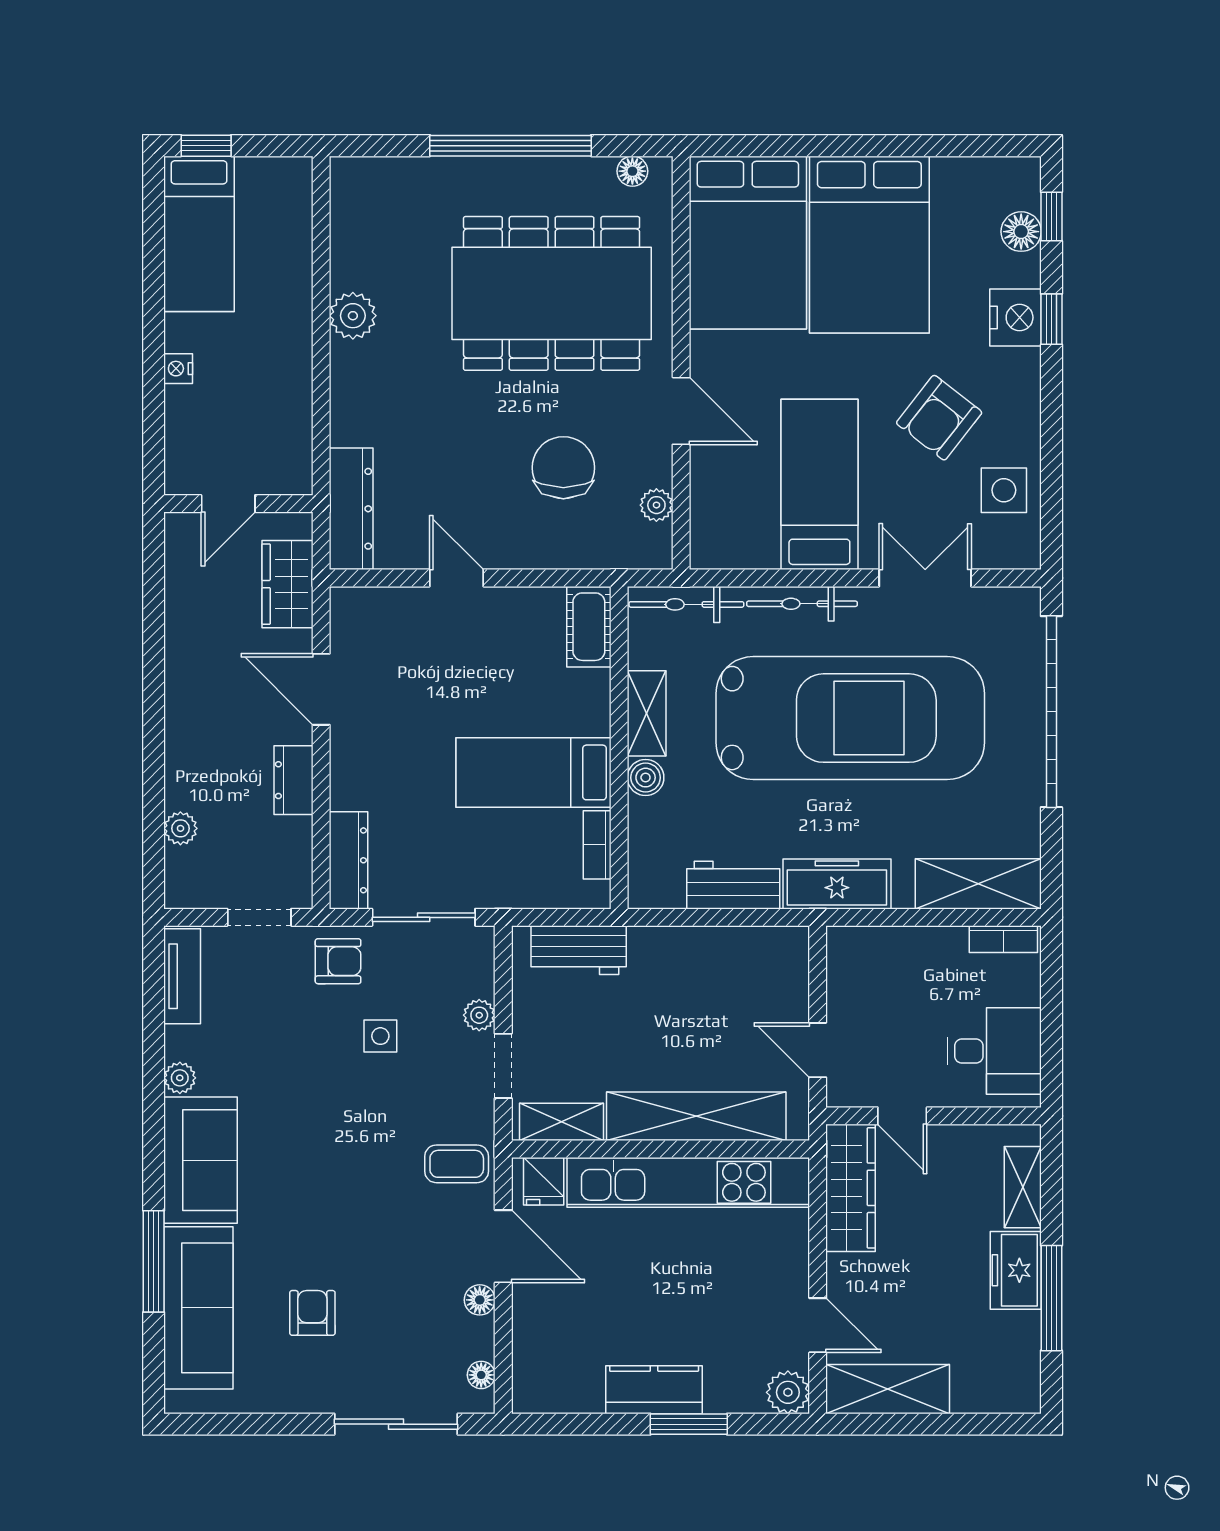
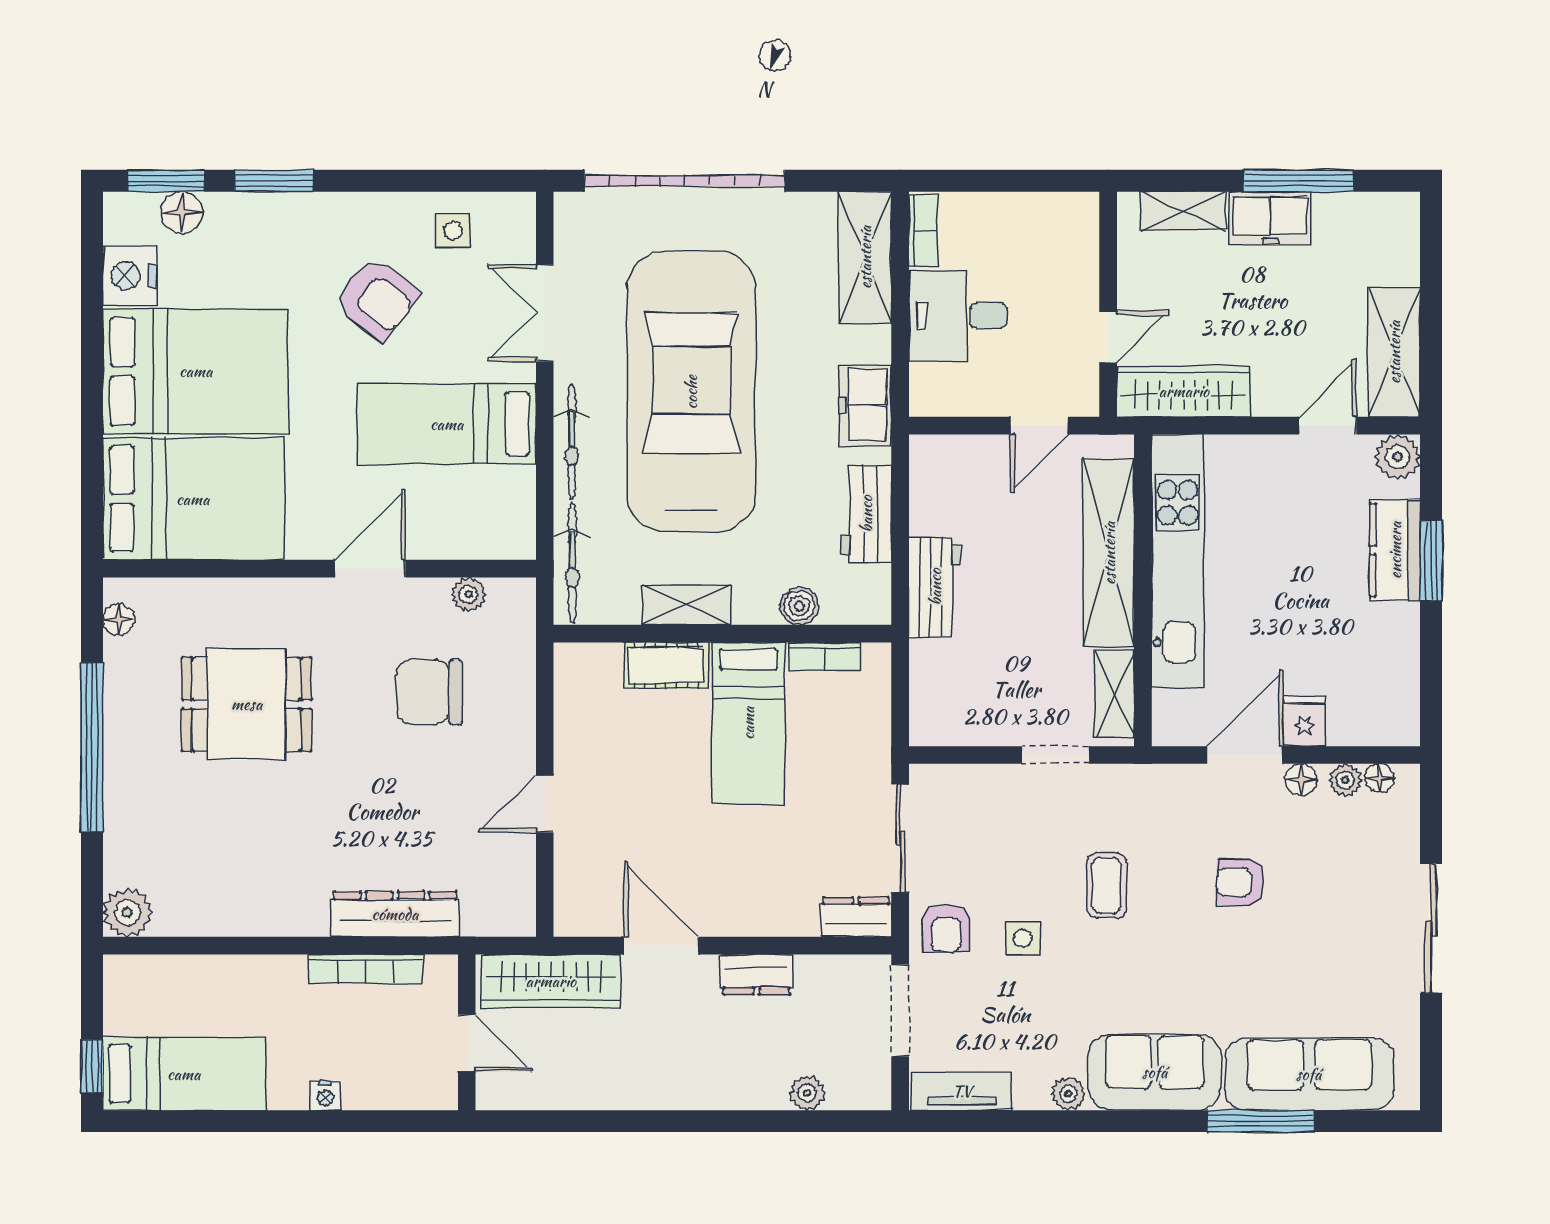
window: (1051, 216) -> (166, 181), width x1.50
dining table: (552, 293) -> (247, 704), width x0.53, depth x0.80
plant: (353, 316) -> (127, 912), moved
nightstand: (1015, 317) -> (130, 275), moved, turned -90
window: (1051, 319) -> (274, 181), width x1.50
bookcase: (299, 407) -> (366, 969), added
side table: (1004, 490) -> (453, 231), width x0.73, depth x0.73
dresser: (351, 509) -> (395, 914), moved
wardrobe: (287, 584) -> (551, 981), width x1.50
cot: (589, 627) -> (666, 665), moved
door: (321, 689) -> (661, 946), swing flipped
boiler: (646, 778) -> (799, 606), moved
dresser: (349, 860) -> (856, 917), width x0.70
freezer: (837, 884) -> (865, 405), width x0.71
doorway: (259, 917) -> (900, 1010), width x1.38
workbench: (579, 950) -> (935, 587), moved
armchair: (338, 961) -> (946, 928), turned 180
plant: (479, 1015) -> (1345, 780), moved
side table: (380, 1036) -> (1022, 938), moved
desk: (994, 1051) -> (958, 316), moved, turned -90
coffee table: (457, 1164) -> (1107, 885), moved
fridge: (544, 1181) -> (1304, 721), moved, turned -90
armchair: (312, 1313) -> (1241, 882), moved
kitchen counter: (654, 1390) -> (1395, 550), moved
sliding door: (396, 1424) -> (1431, 929), moved

